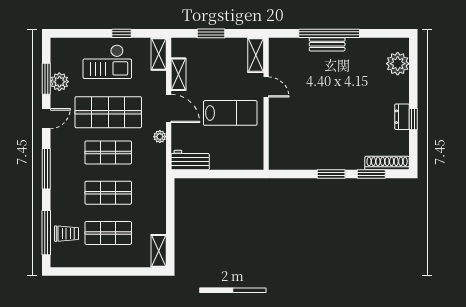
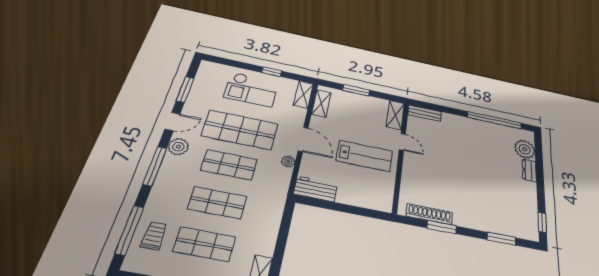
window: (329, 33) -> (494, 120), moved
bench: (327, 44) -> (424, 113), moved
shelving: (178, 74) -> (321, 103), moved
plant: (59, 82) -> (178, 147), moved
dresser: (402, 117) -> (529, 170), moved
window: (413, 119) -> (542, 222), moved
shoe rack: (387, 163) -> (429, 214), moved
window: (331, 174) -> (442, 227), moved
trolley: (67, 234) -> (154, 236), turned -90

